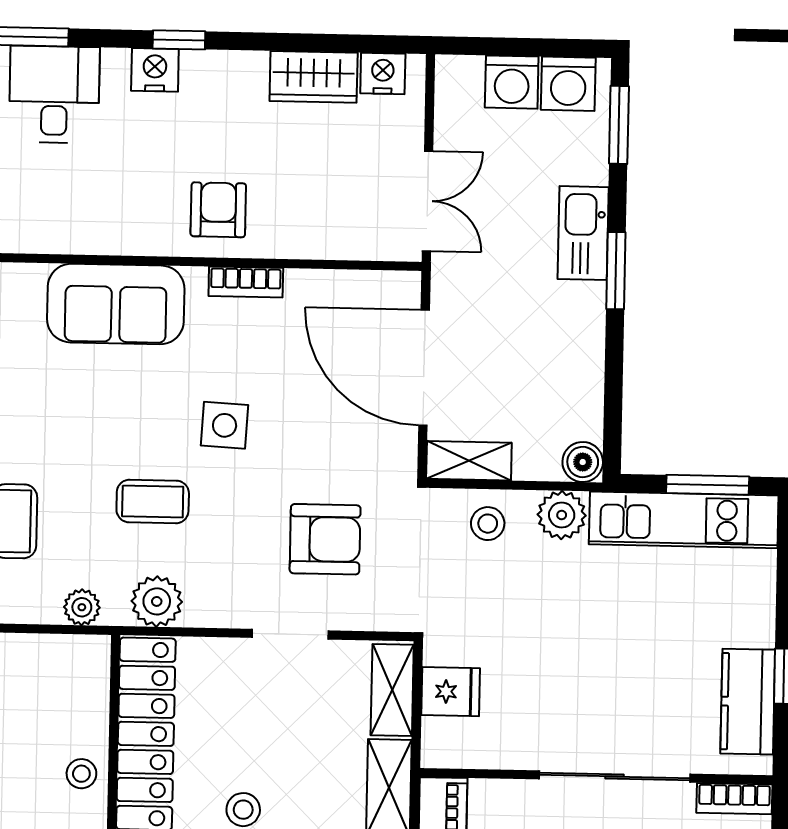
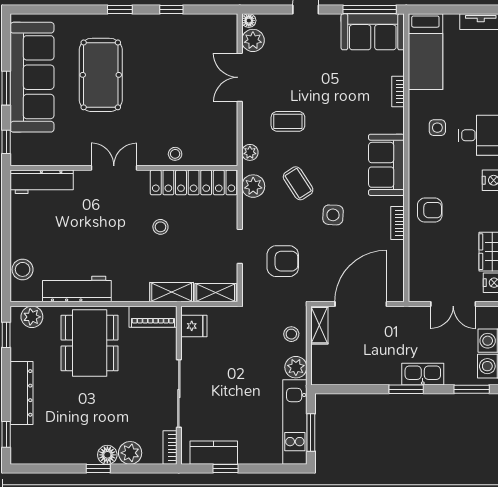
side table: (35, 189) -> (437, 128), added
double door: (428, 201) -> (453, 304), moved
boiler: (583, 462) -> (320, 376), removed
coffee table: (153, 501) -> (298, 183), turned -33
armchair: (325, 539) -> (283, 261), turned -90
fridge: (451, 692) -> (194, 326), moved, turned -90

